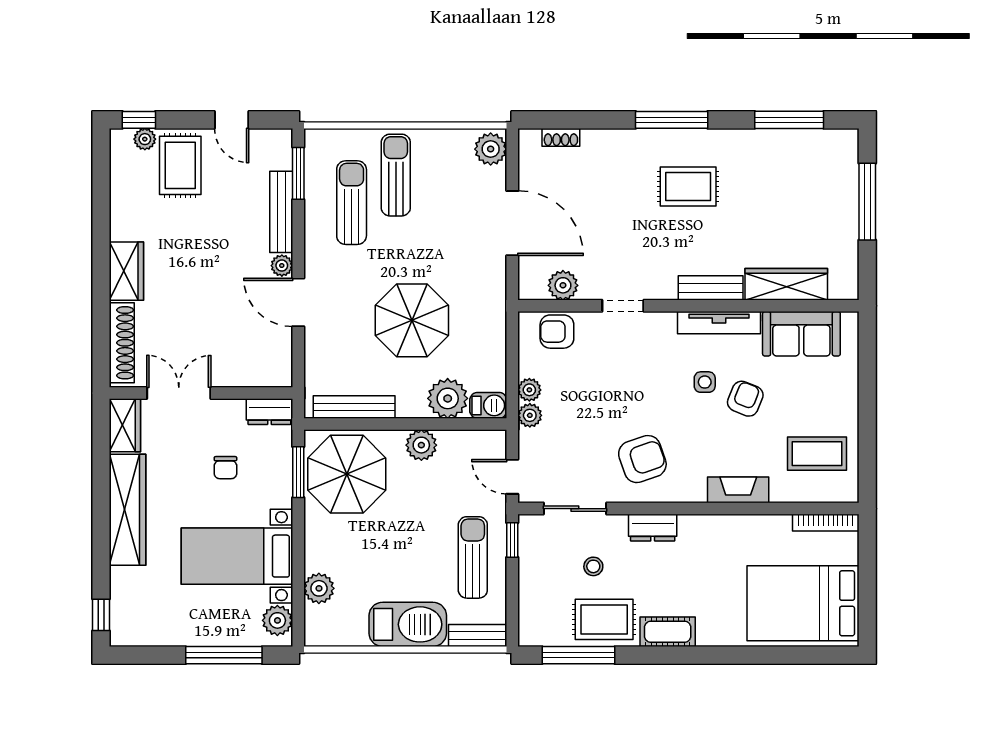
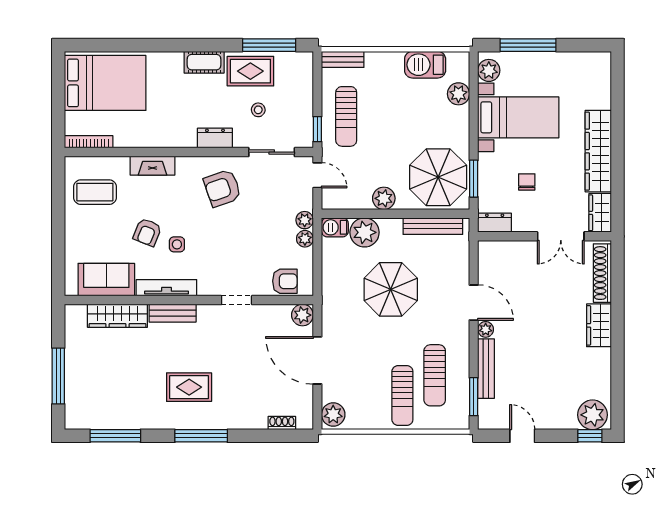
plant: (145, 139) -> (592, 415), width x1.88, depth x1.88
rug: (180, 165) -> (560, 403), removed
plant: (563, 285) -> (302, 315), moved
window: (101, 615) -> (618, 74), removed
barbecue: (408, 624) -> (425, 65), moved, width x0.73, depth x0.83

